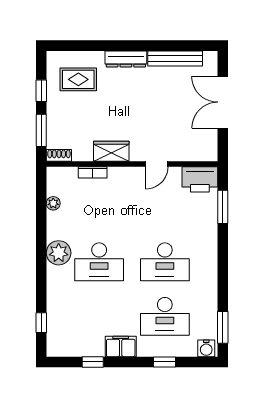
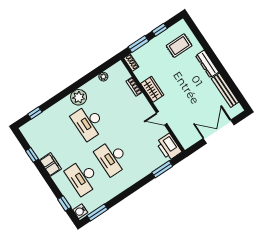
rug: (78, 79) -> (179, 46), turned 90
window: (164, 362) -> (64, 203), moved

